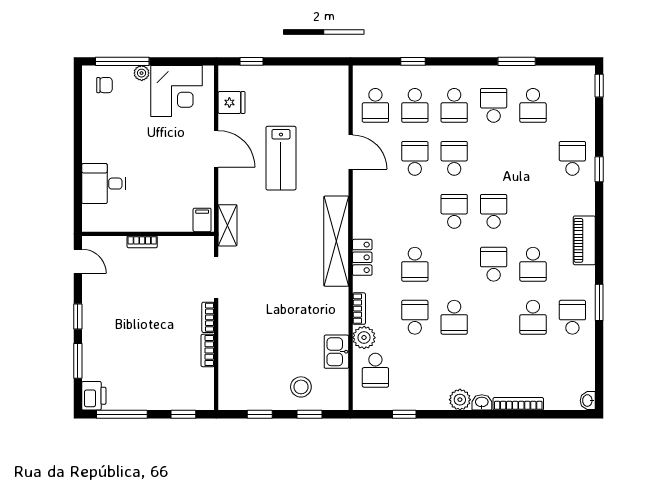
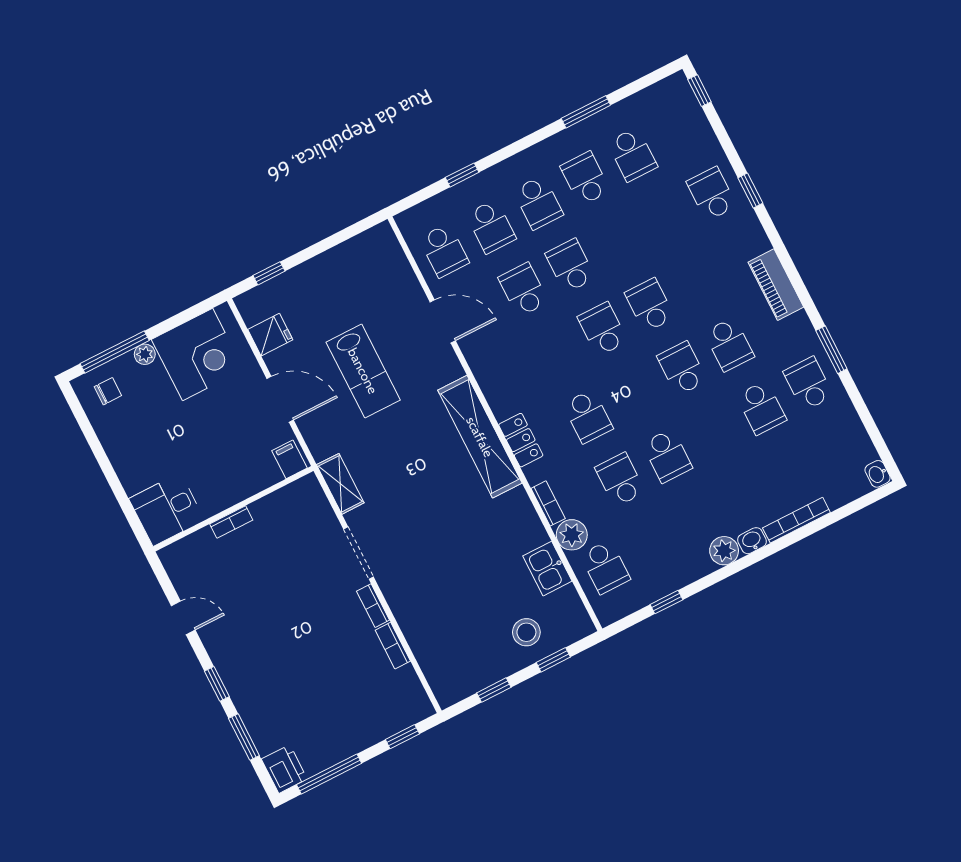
filing cabinet: (202, 220) -> (289, 459), moved
wall: (148, 234) -> (233, 509), moved
bookcase: (142, 242) -> (231, 522), moved

